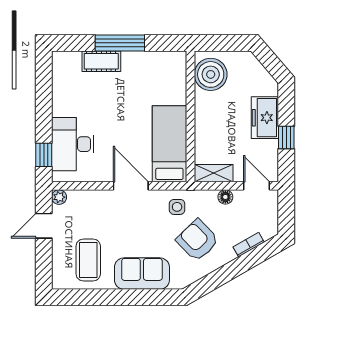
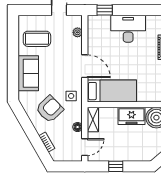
freezer: (265, 118) -> (131, 116), moved, turned 180
desk: (73, 144) -> (128, 29), moved
door: (131, 186) -> (85, 66), hinge flipped
plant: (59, 197) -> (77, 32), moved

